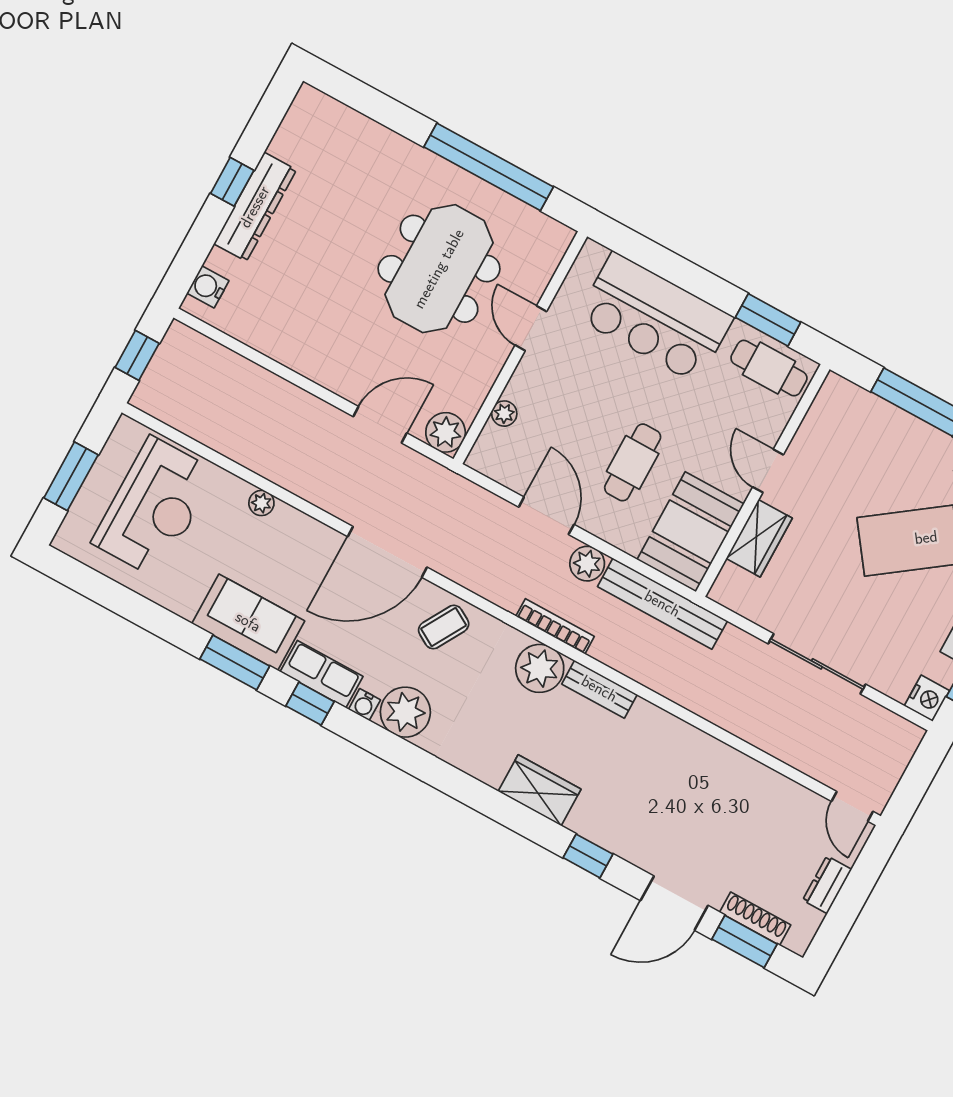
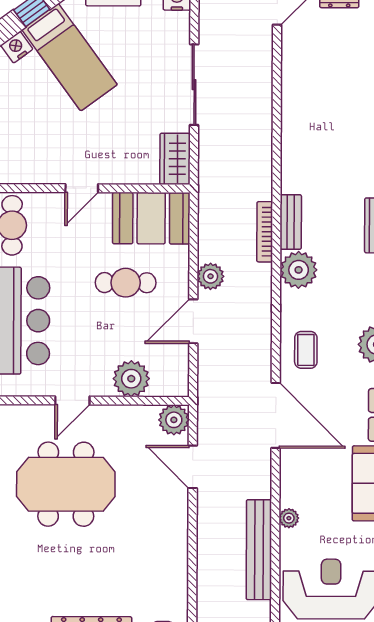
plant: (504, 414) -> (131, 379), width x1.88, depth x1.88
wardrobe: (759, 538) -> (175, 159), moved, turned -90
bench: (662, 604) -> (259, 550), moved
bookcase: (555, 626) -> (265, 232), moved
coffee table: (444, 627) -> (306, 350), turned 60

